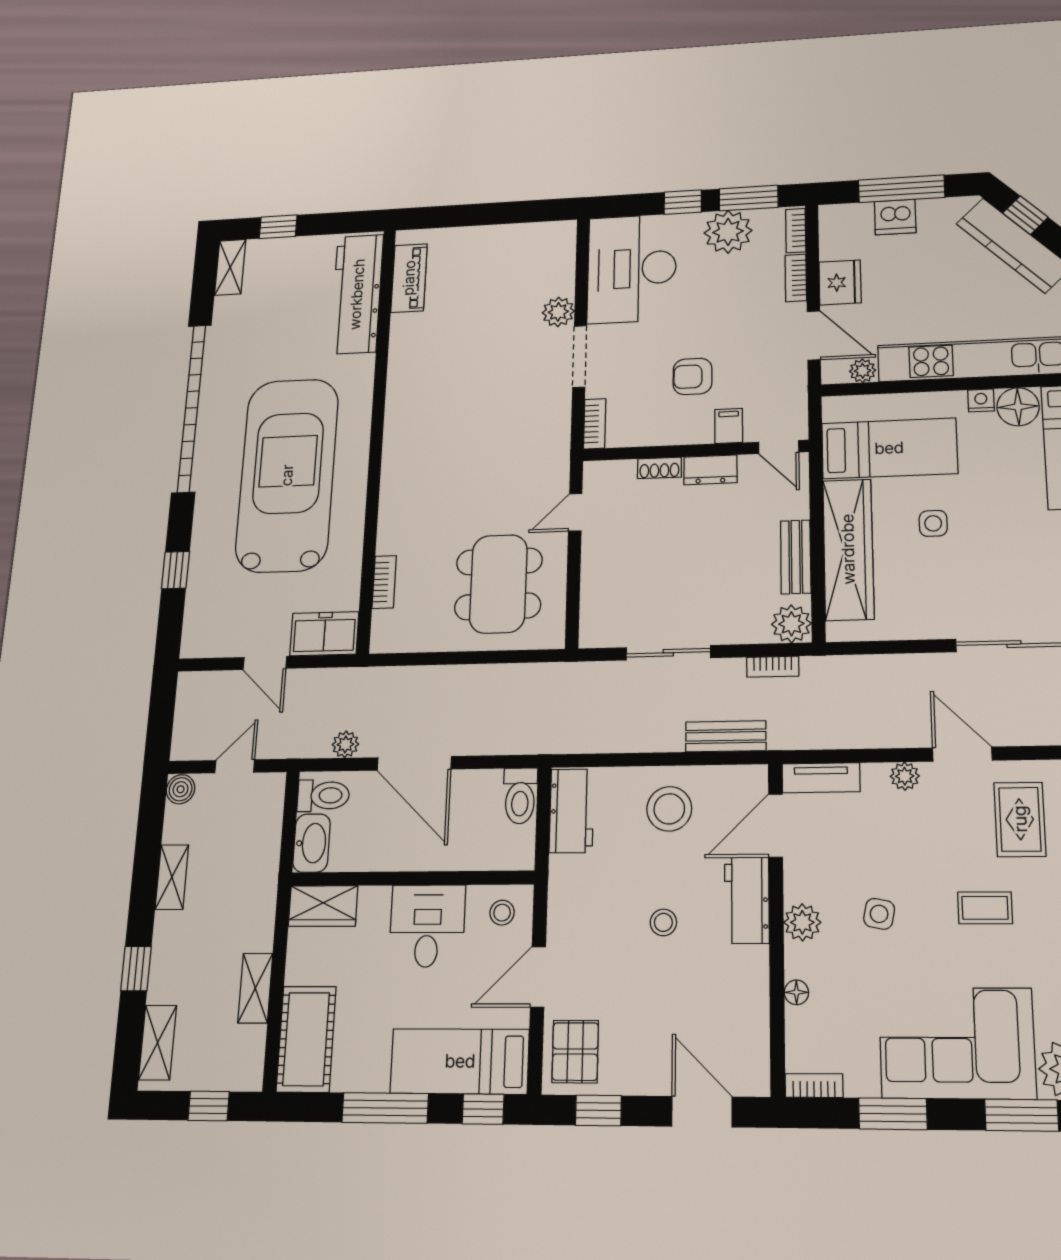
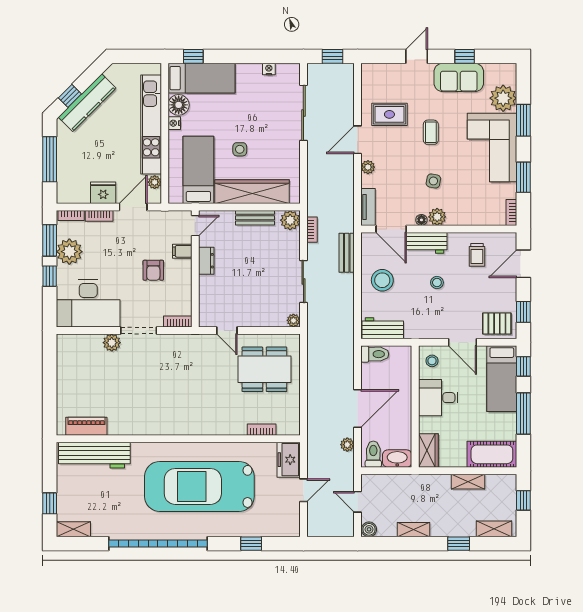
dishwasher: (895, 217) -> (66, 163), removed
shoe rack: (659, 468) -> (204, 287), removed
plant: (591, 636) -> (293, 320), added
floor lamp: (796, 992) -> (421, 220), moved
trolley: (721, 1008) -> (477, 255), added

